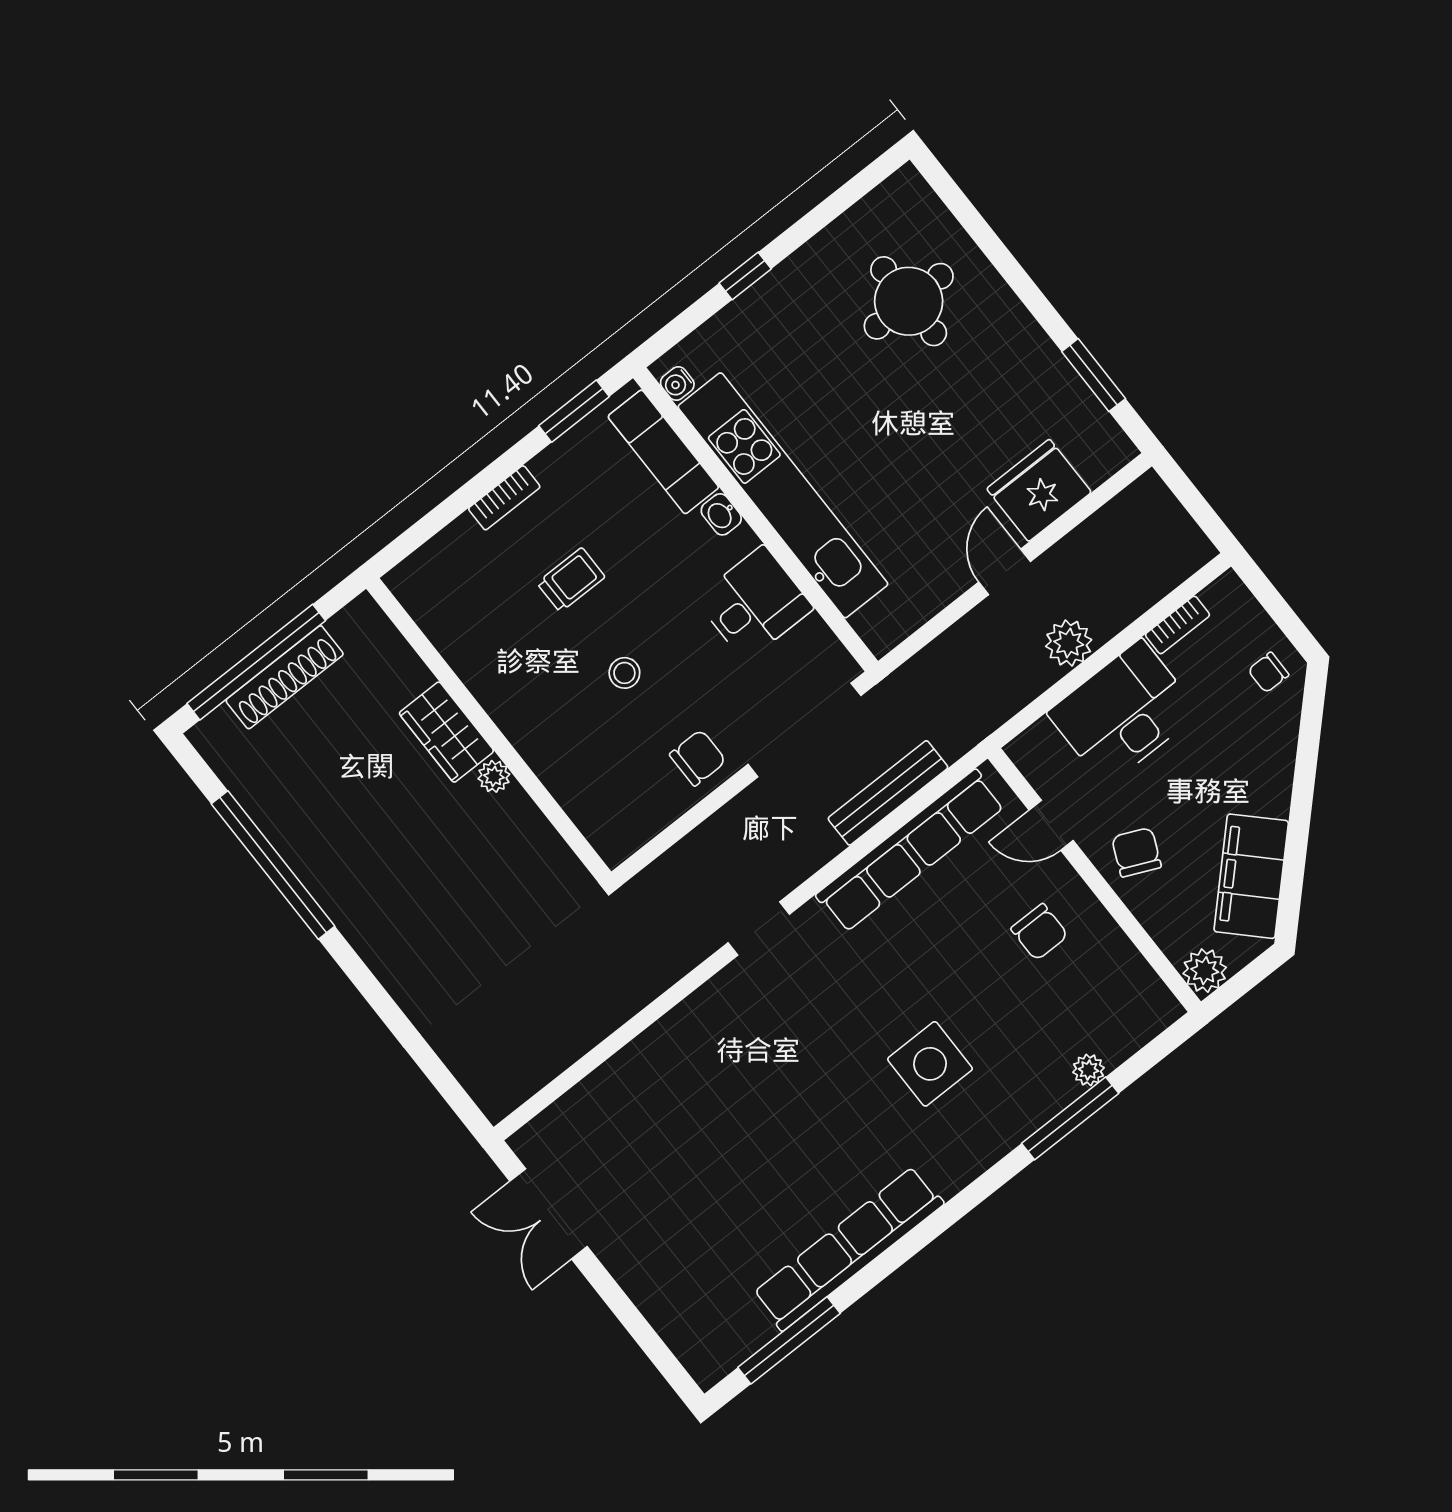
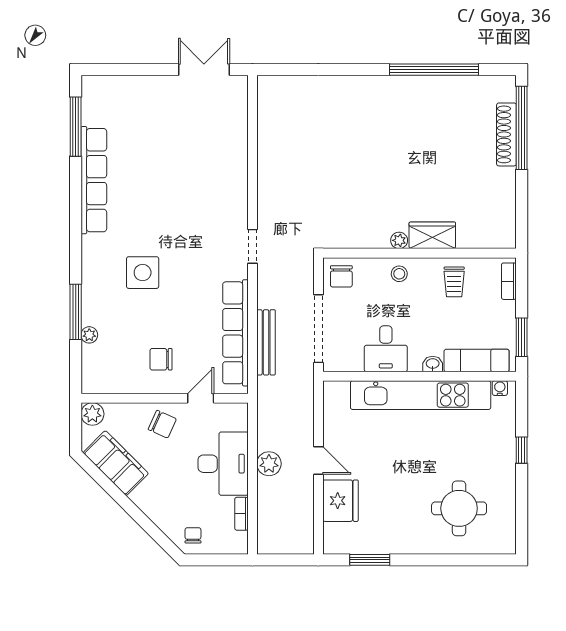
wall: (489, 730) -> (420, 253), moved
wardrobe: (446, 732) -> (432, 235), moved
plant: (494, 776) -> (399, 240), moved

